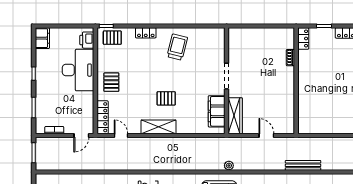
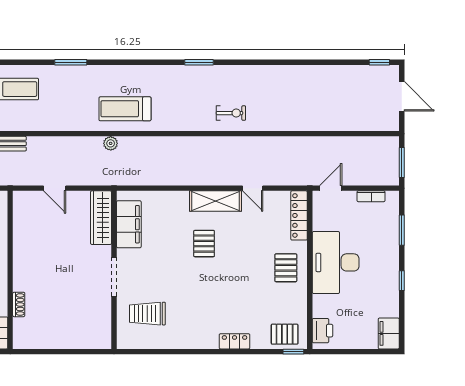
trolley: (177, 47) -> (147, 314), moved, turned 76
desk: (78, 70) -> (336, 262), moved
pallet: (166, 98) -> (204, 244), turned 90
door: (121, 136) -> (253, 188), moved

